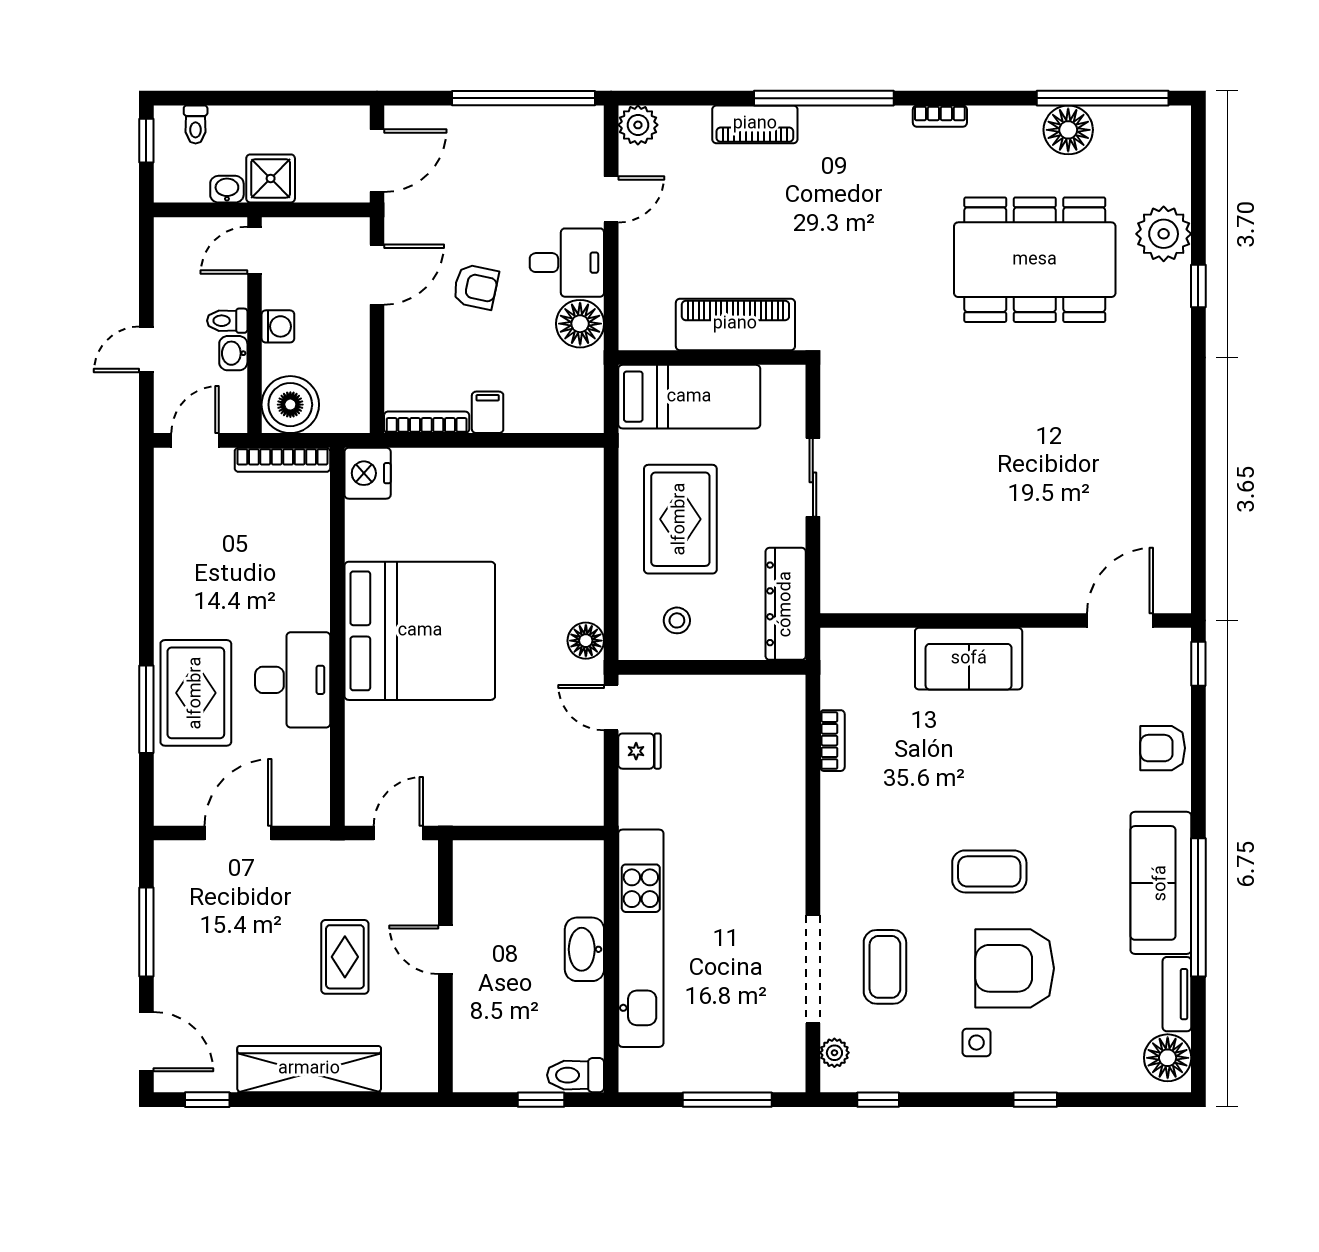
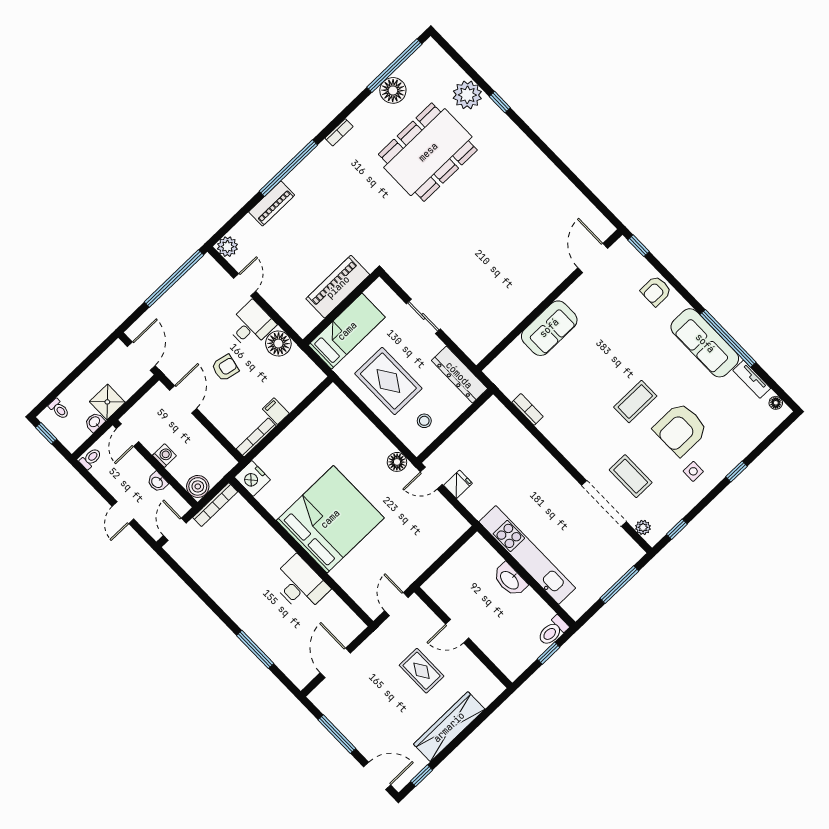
toilet: (227, 321) -> (91, 458), moved, turned 180
boiler: (290, 405) -> (198, 486), width x0.73, depth x0.73
rug: (196, 693) -> (268, 625), removed
floor lamp: (1168, 1058) -> (776, 403), width x0.53, depth x0.53

